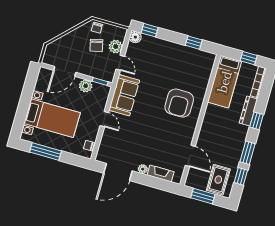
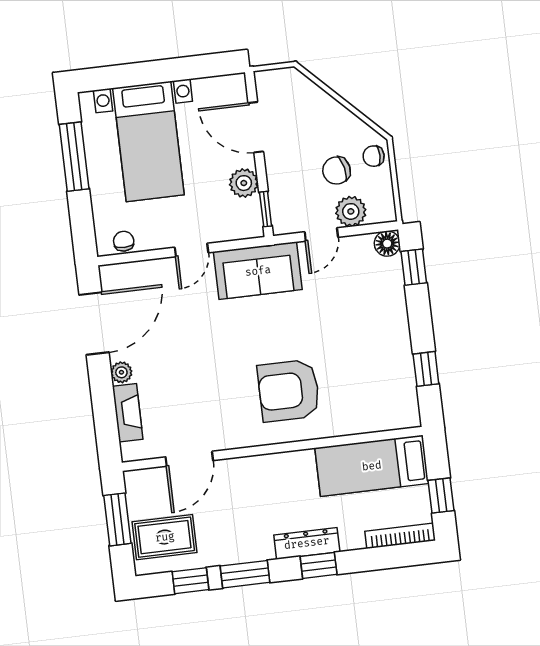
dresser: (248, 111) -> (307, 543), moved
door: (118, 172) -> (94, 323), swing flipped

